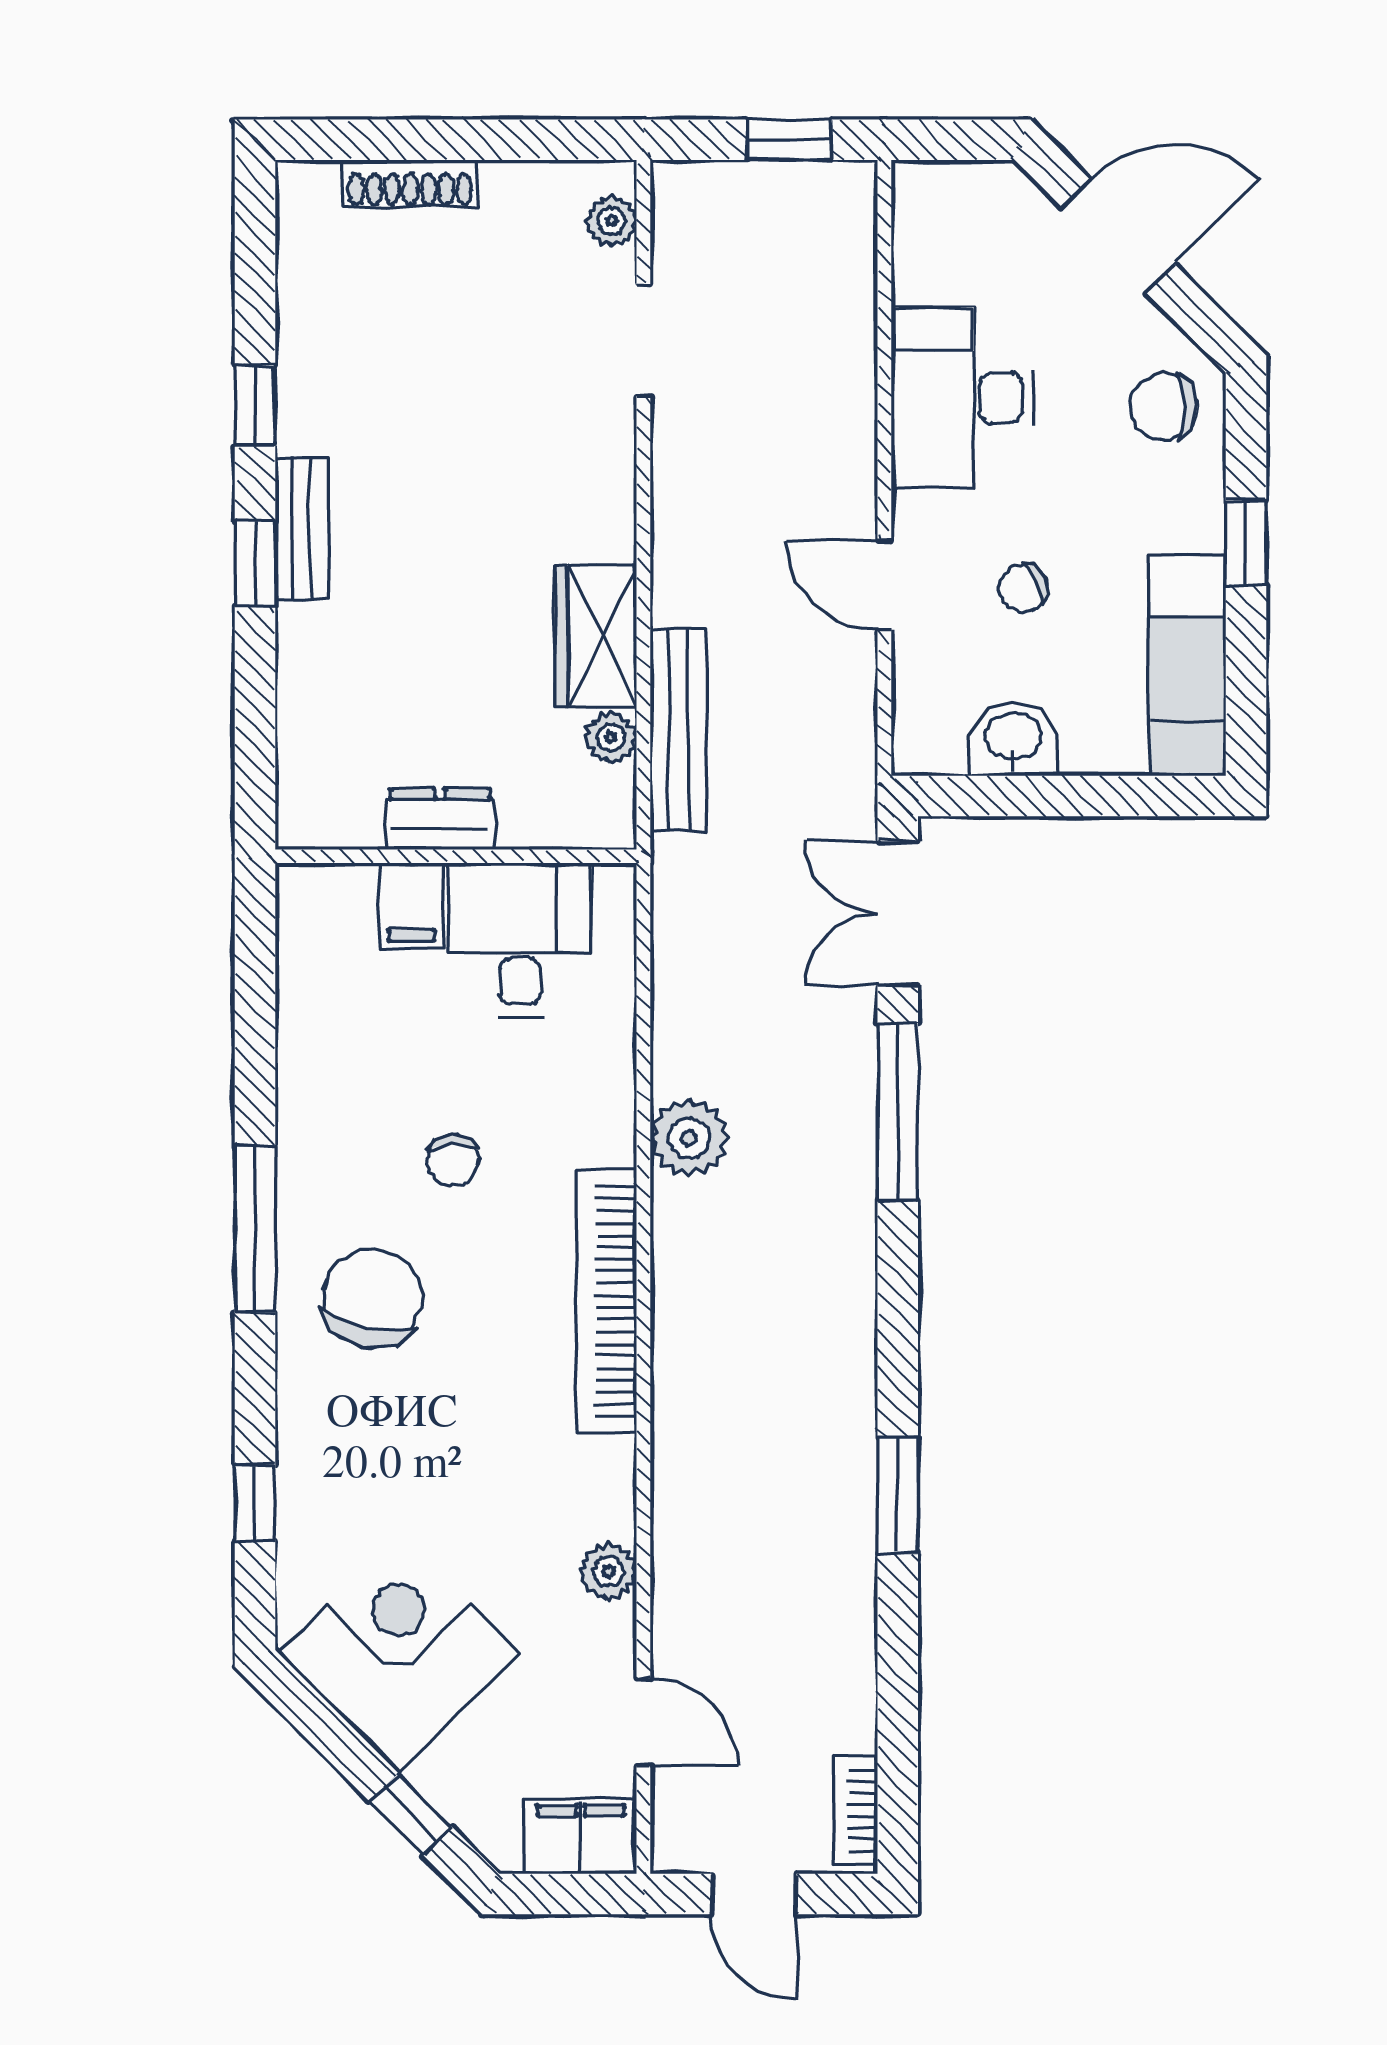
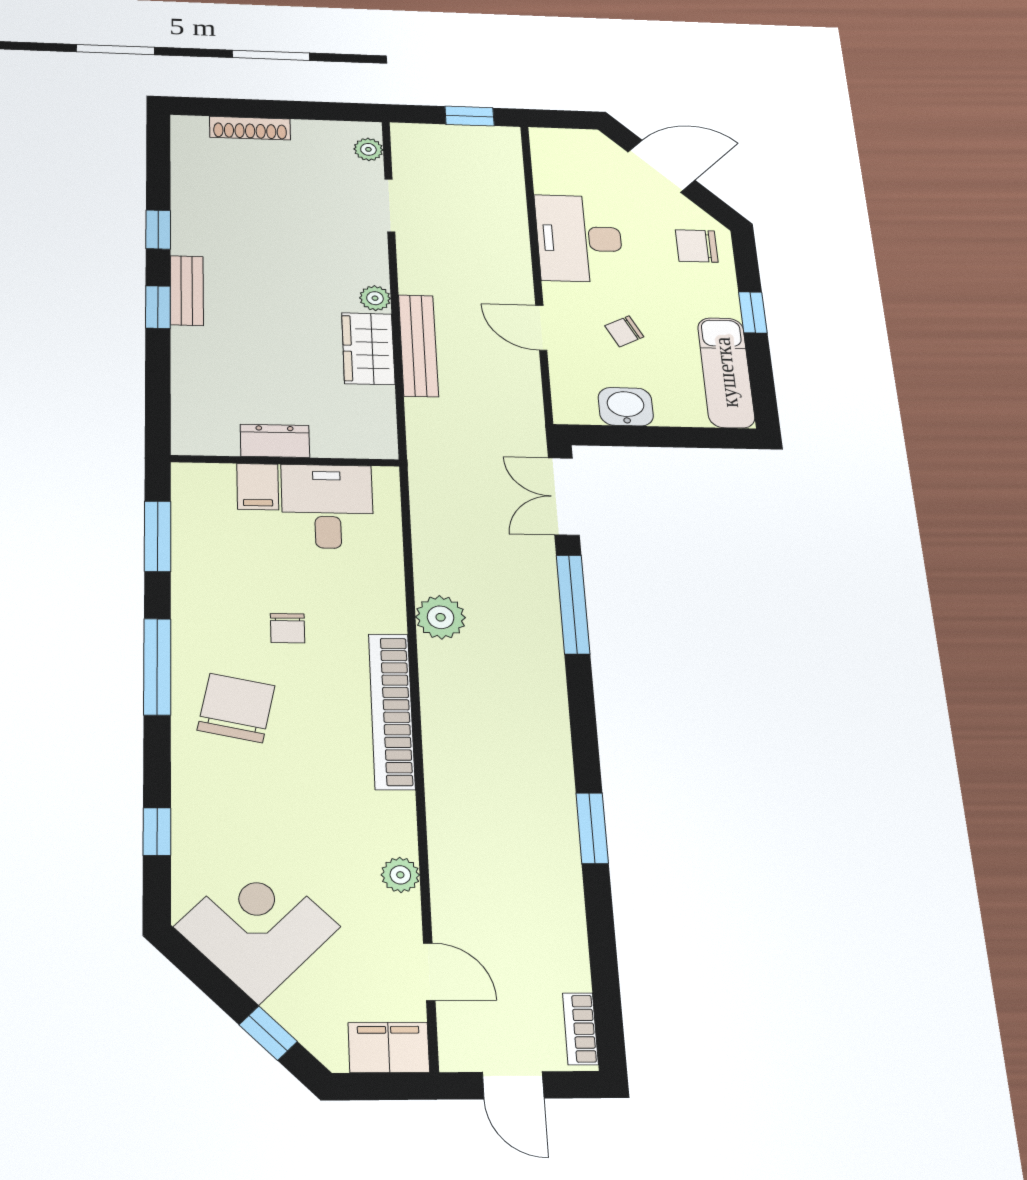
bench: (678, 730) -> (418, 346), moved
plant: (611, 737) -> (375, 298), moved
window: (255, 1000) -> (158, 536), added

